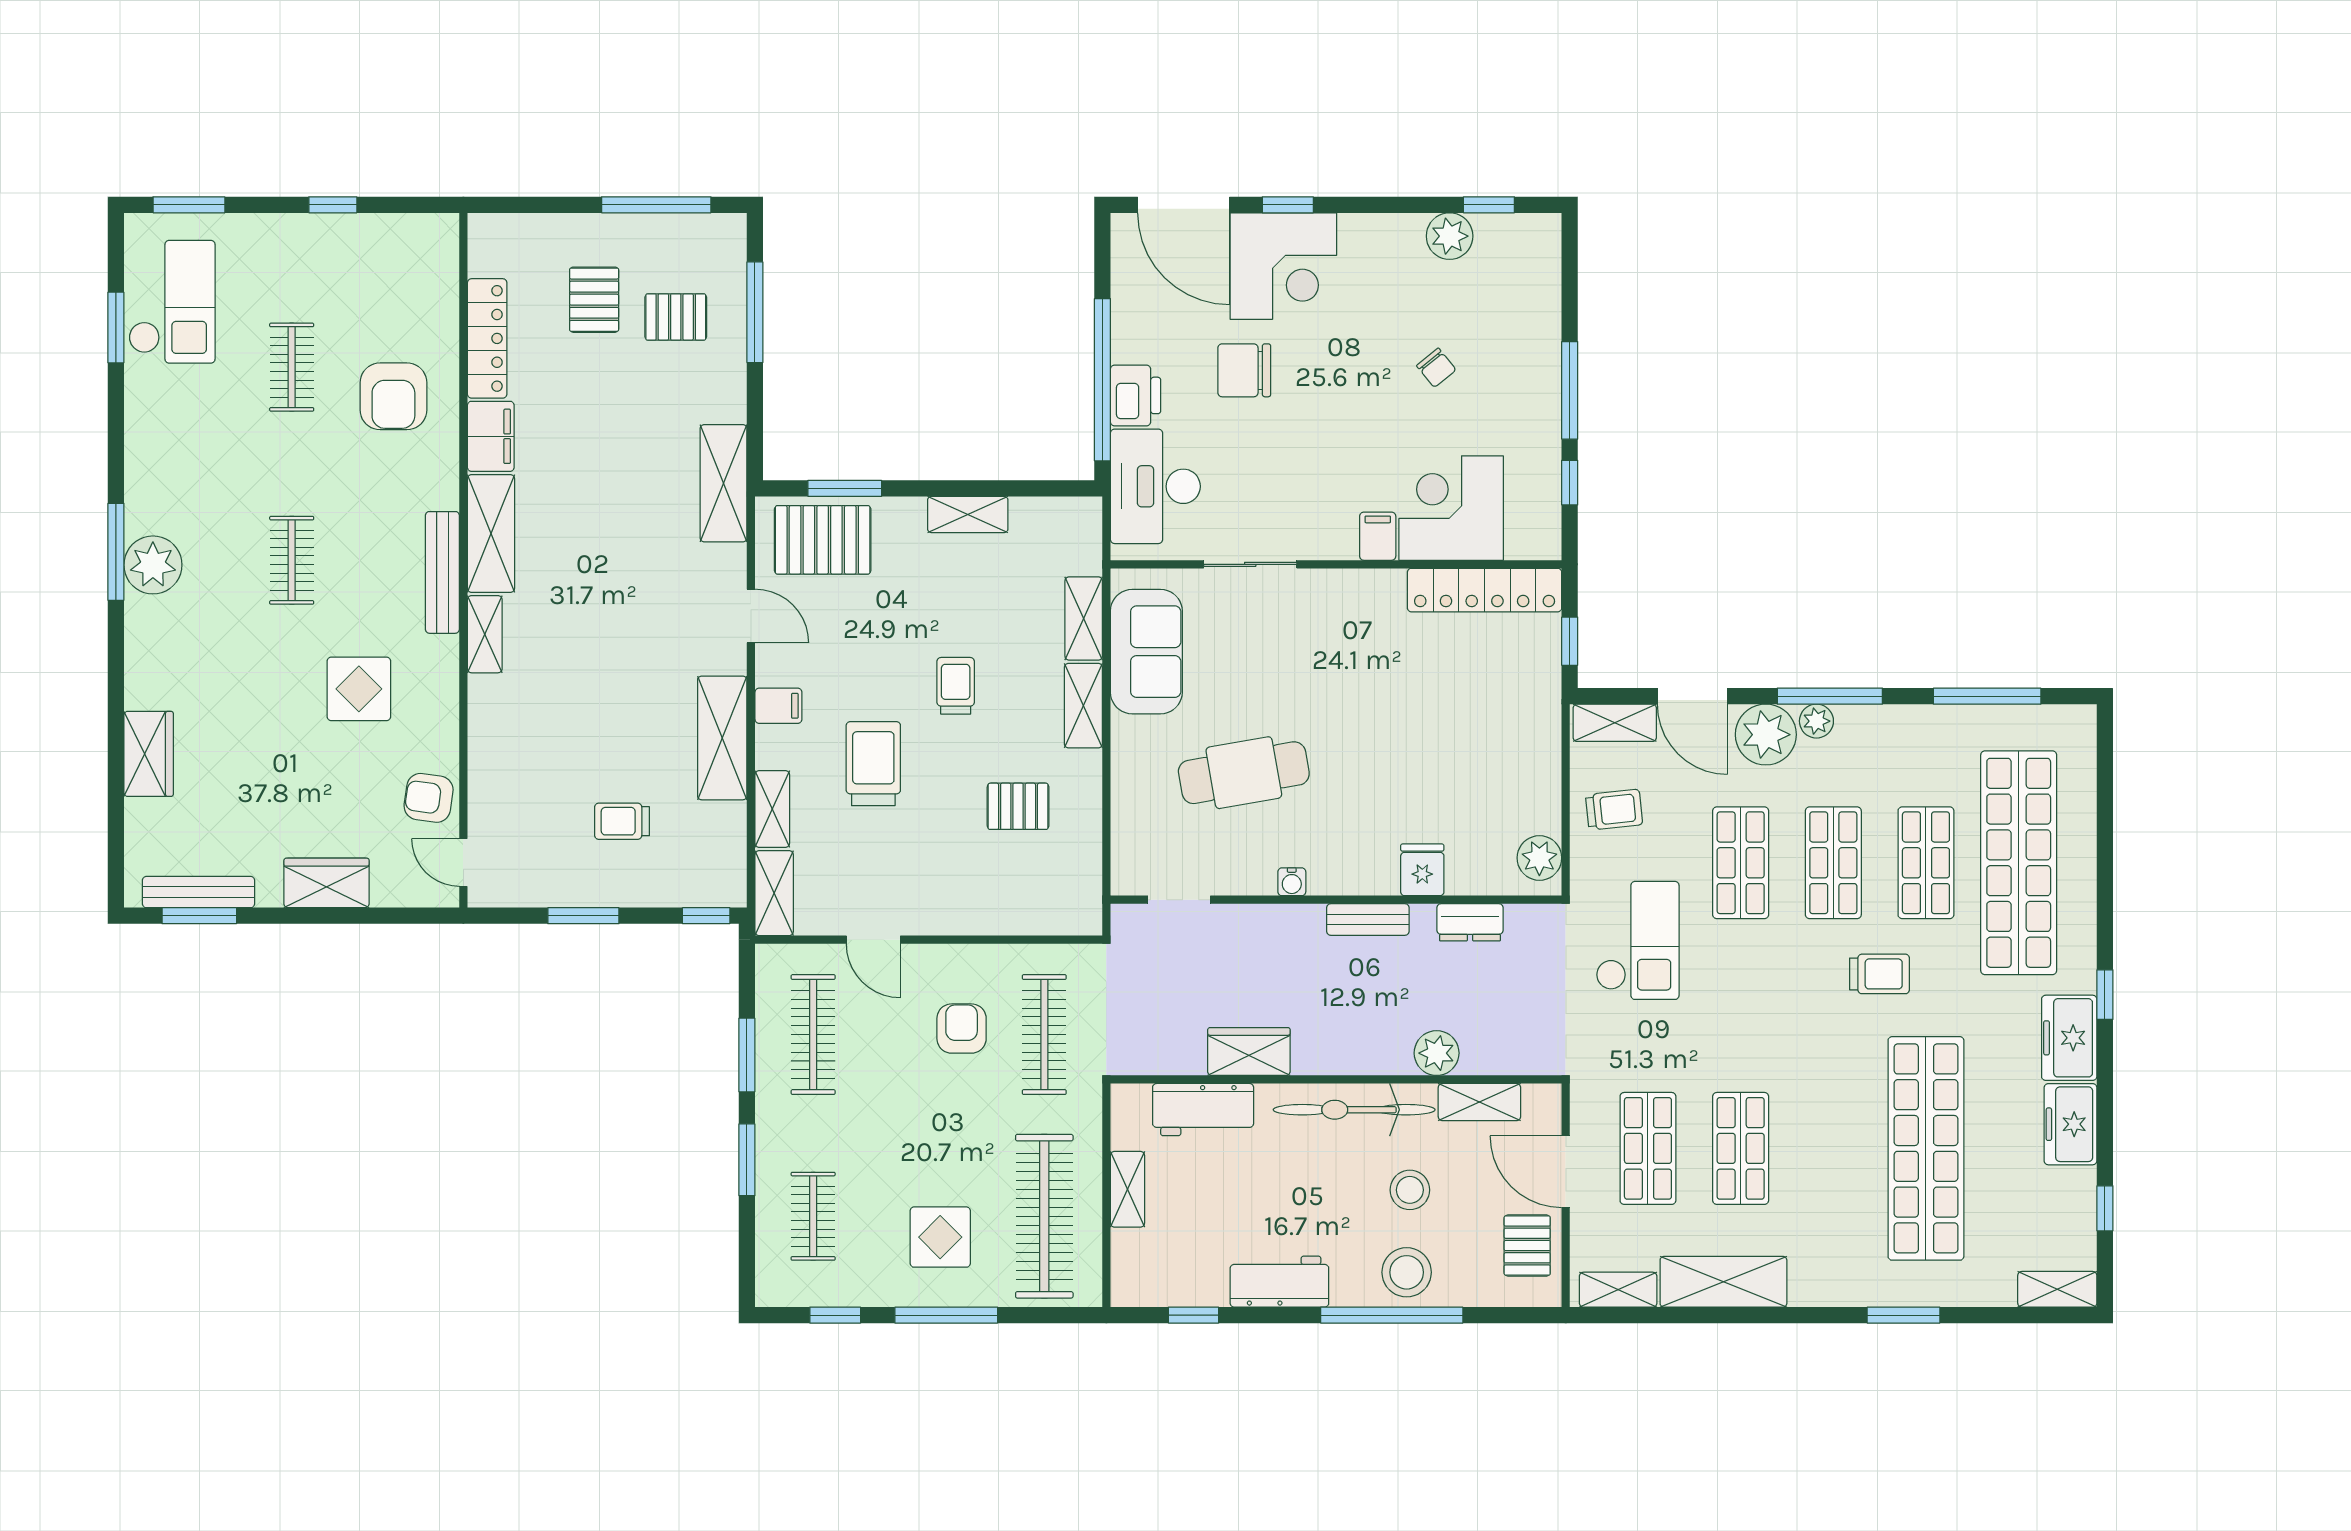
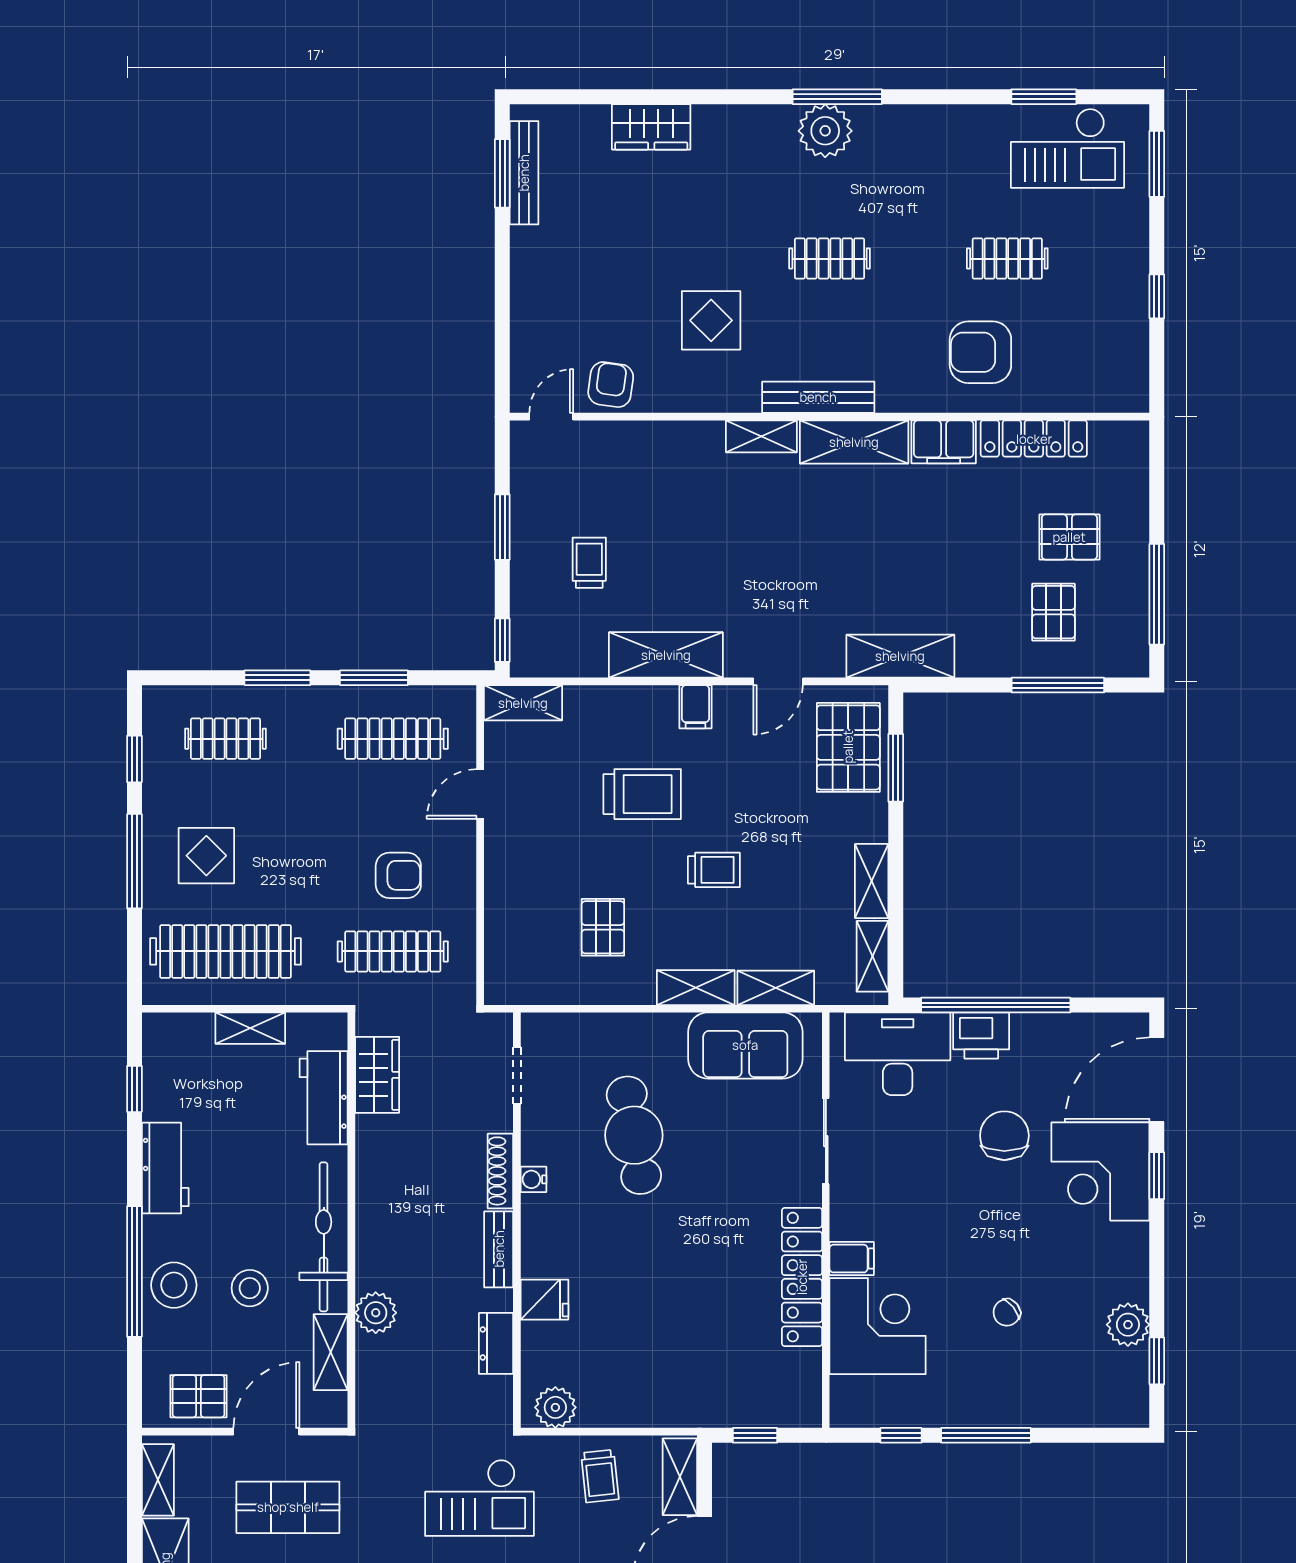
locker: (1485, 590) -> (802, 1277), moved
shelving: (772, 809) -> (872, 956), moved, turned 90
wardrobe: (327, 883) -> (532, 291), removed
shoe rack: (1283, 918) -> (500, 1171), added
wardrobe: (1249, 1052) -> (377, 1075), moved

